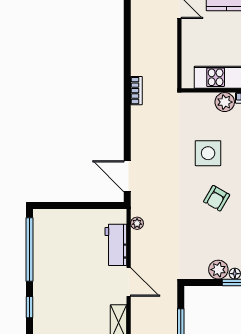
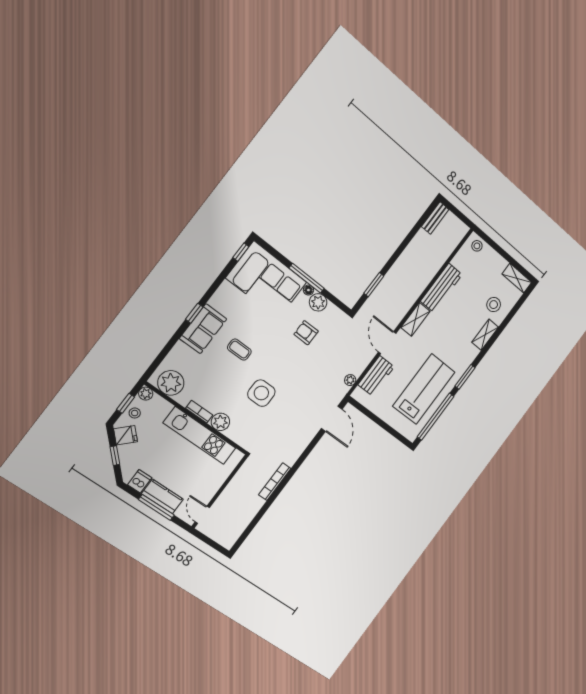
bookcase: (136, 91) -> (275, 482), width x1.56
armchair: (217, 198) -> (306, 333), moved, turned -120
lab bench: (61, 266) -> (424, 389), added
window: (29, 307) -> (465, 377), width x1.50

